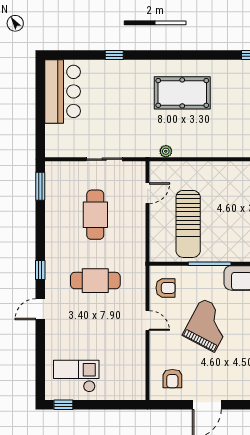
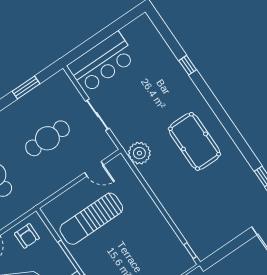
bar counter: (63, 91) -> (102, 62), moved
plant: (166, 151) -> (139, 153), width x1.88, depth x1.88
window: (40, 186) -> (26, 87), moved

